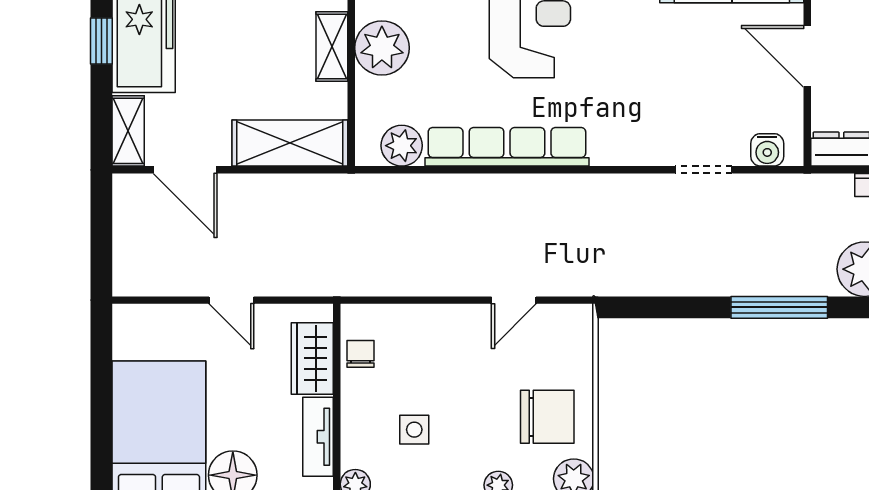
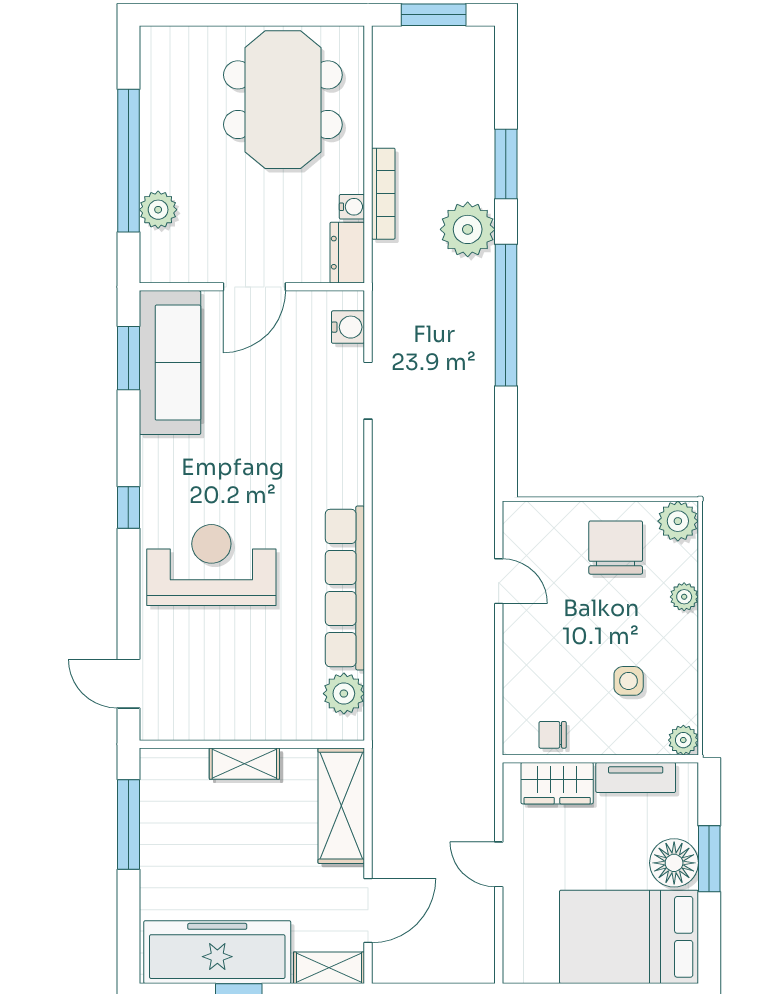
plant: (382, 48) -> (246, 713), removed
door: (231, 300) -> (499, 864), swing flipped
window: (779, 307) -> (506, 315), width x1.46

